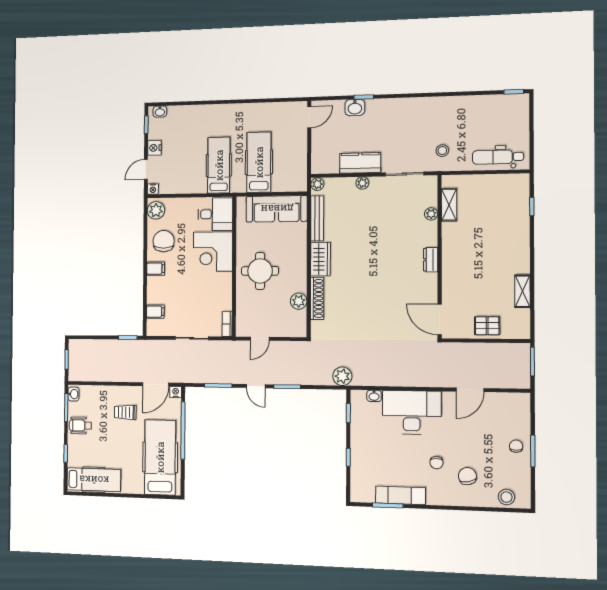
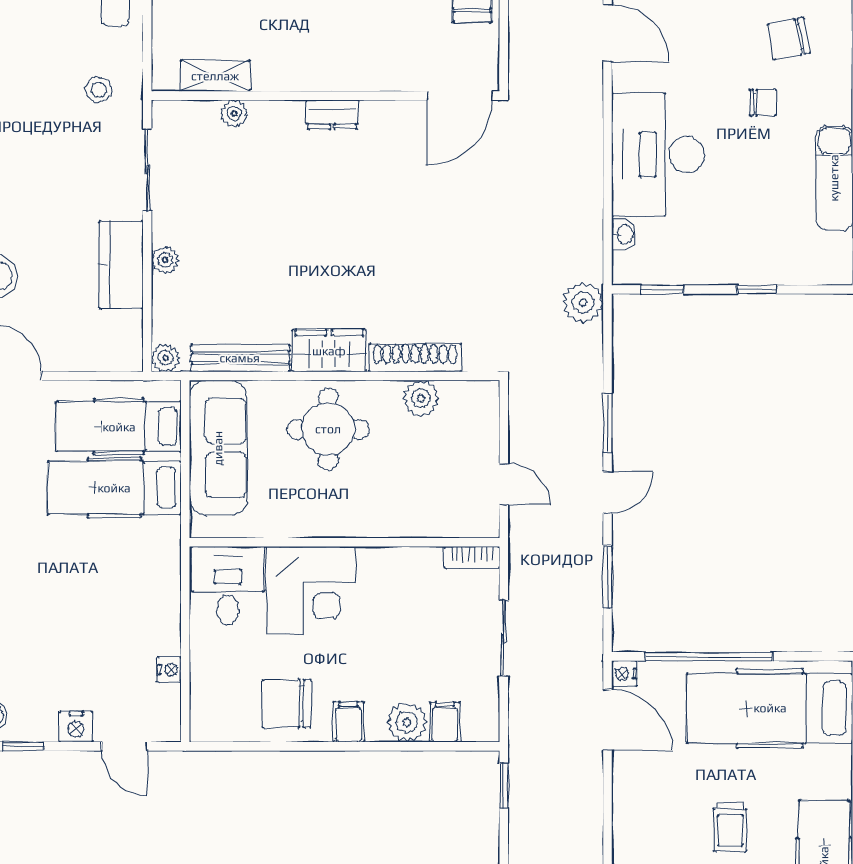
hospital bed: (219, 165) -> (119, 427), moved
nightstand: (153, 189) -> (169, 670), moved
plant: (156, 210) -> (407, 722), moved
round table: (260, 271) -> (328, 429), moved
trolley: (125, 412) -> (730, 827), moved

